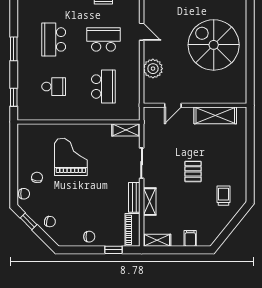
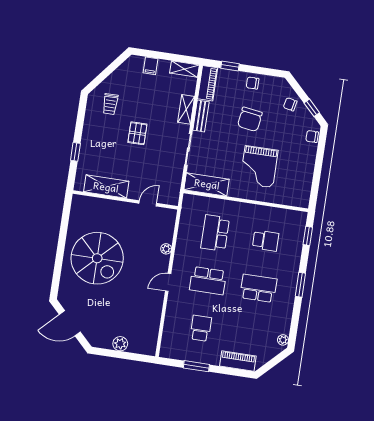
door: (142, 32) -> (168, 282), hinge flipped
school desk: (54, 39) -> (258, 288), turned -90
plant: (153, 69) -> (166, 249), width x0.53, depth x0.53
school desk: (54, 87) -> (266, 241), turned 180
shelving: (126, 130) -> (207, 184), width x1.50, depth x1.33
window: (250, 144) -> (75, 152), added
chair: (37, 177) -> (250, 119), moved, width x1.87, depth x1.87

